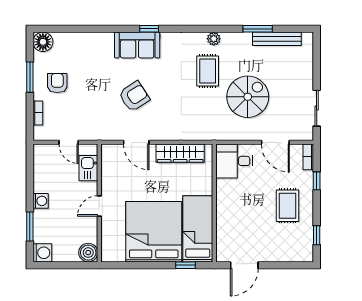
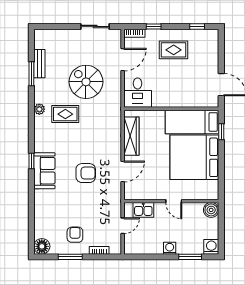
bench: (277, 39) -> (39, 64), width x0.73
armchair: (57, 83) -> (75, 235), turned 90
armchair: (134, 96) -> (86, 173), turned 123

